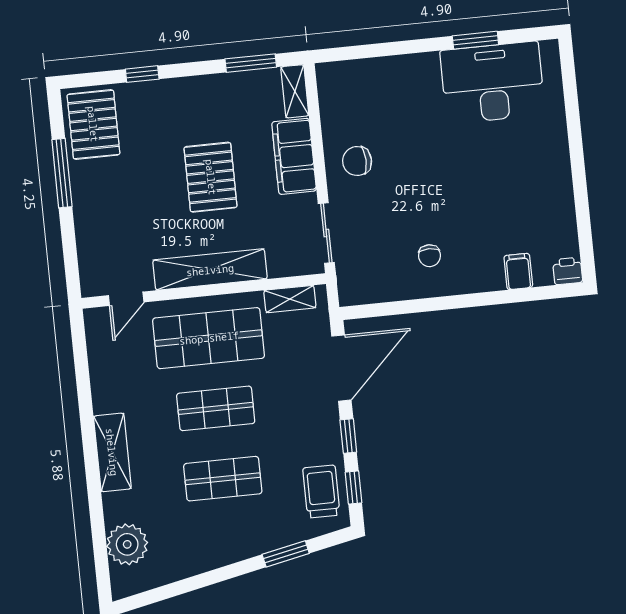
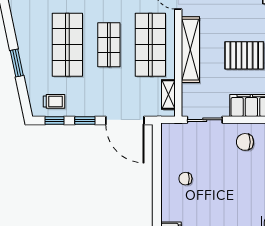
chair: (357, 161) -> (245, 142), turned -88
shop shelf: (223, 479) -> (67, 45), width x1.43, depth x1.36
trolley: (321, 492) -> (54, 101), width x0.73, depth x0.72
window: (286, 554) -> (17, 63), moved

